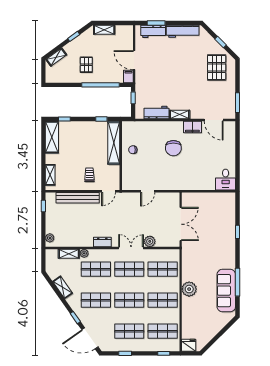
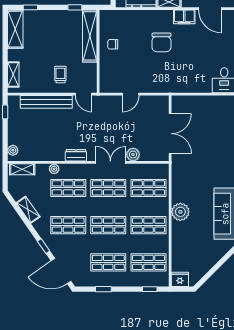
door: (109, 191) -> (83, 94), hinge flipped
shelving: (69, 254) -> (22, 169), moved

